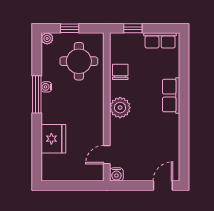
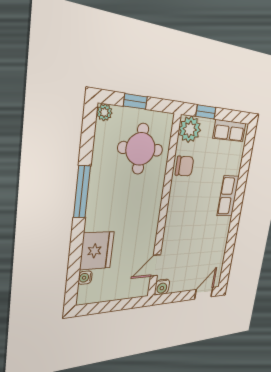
chair: (120, 72) -> (184, 166), turned 90
water cooler: (46, 87) -> (85, 278), moved
plant: (120, 108) -> (190, 129), moved

